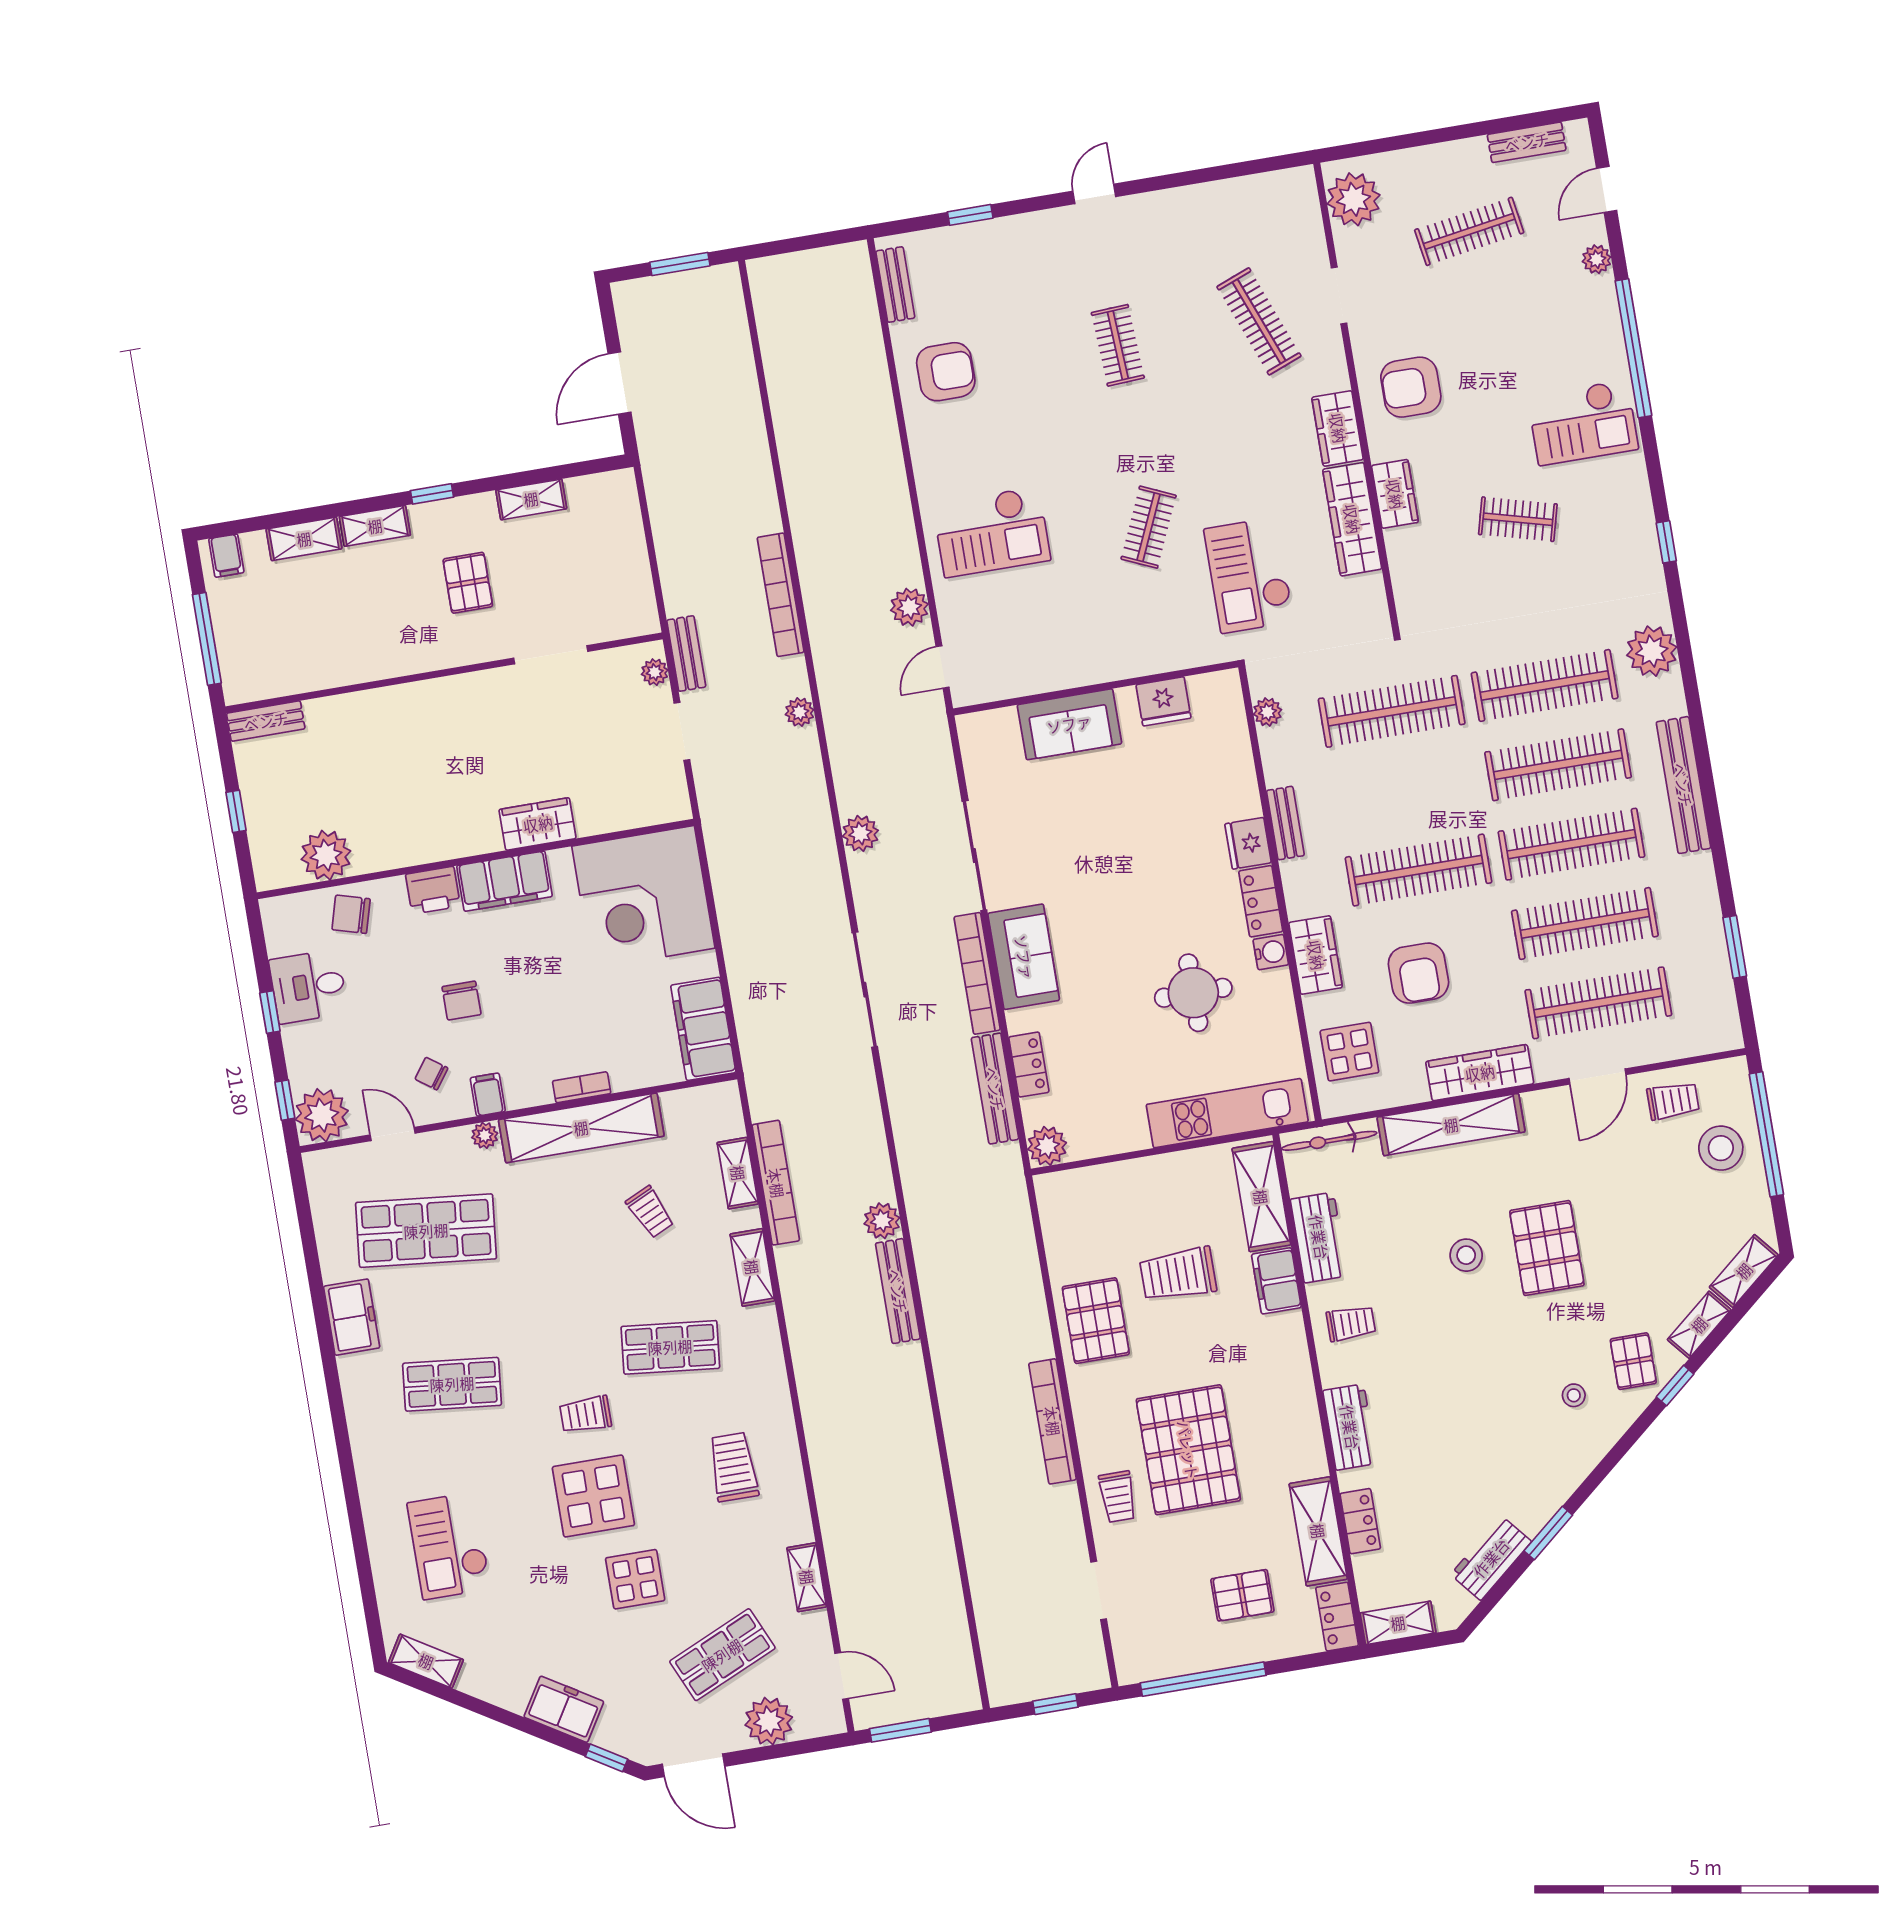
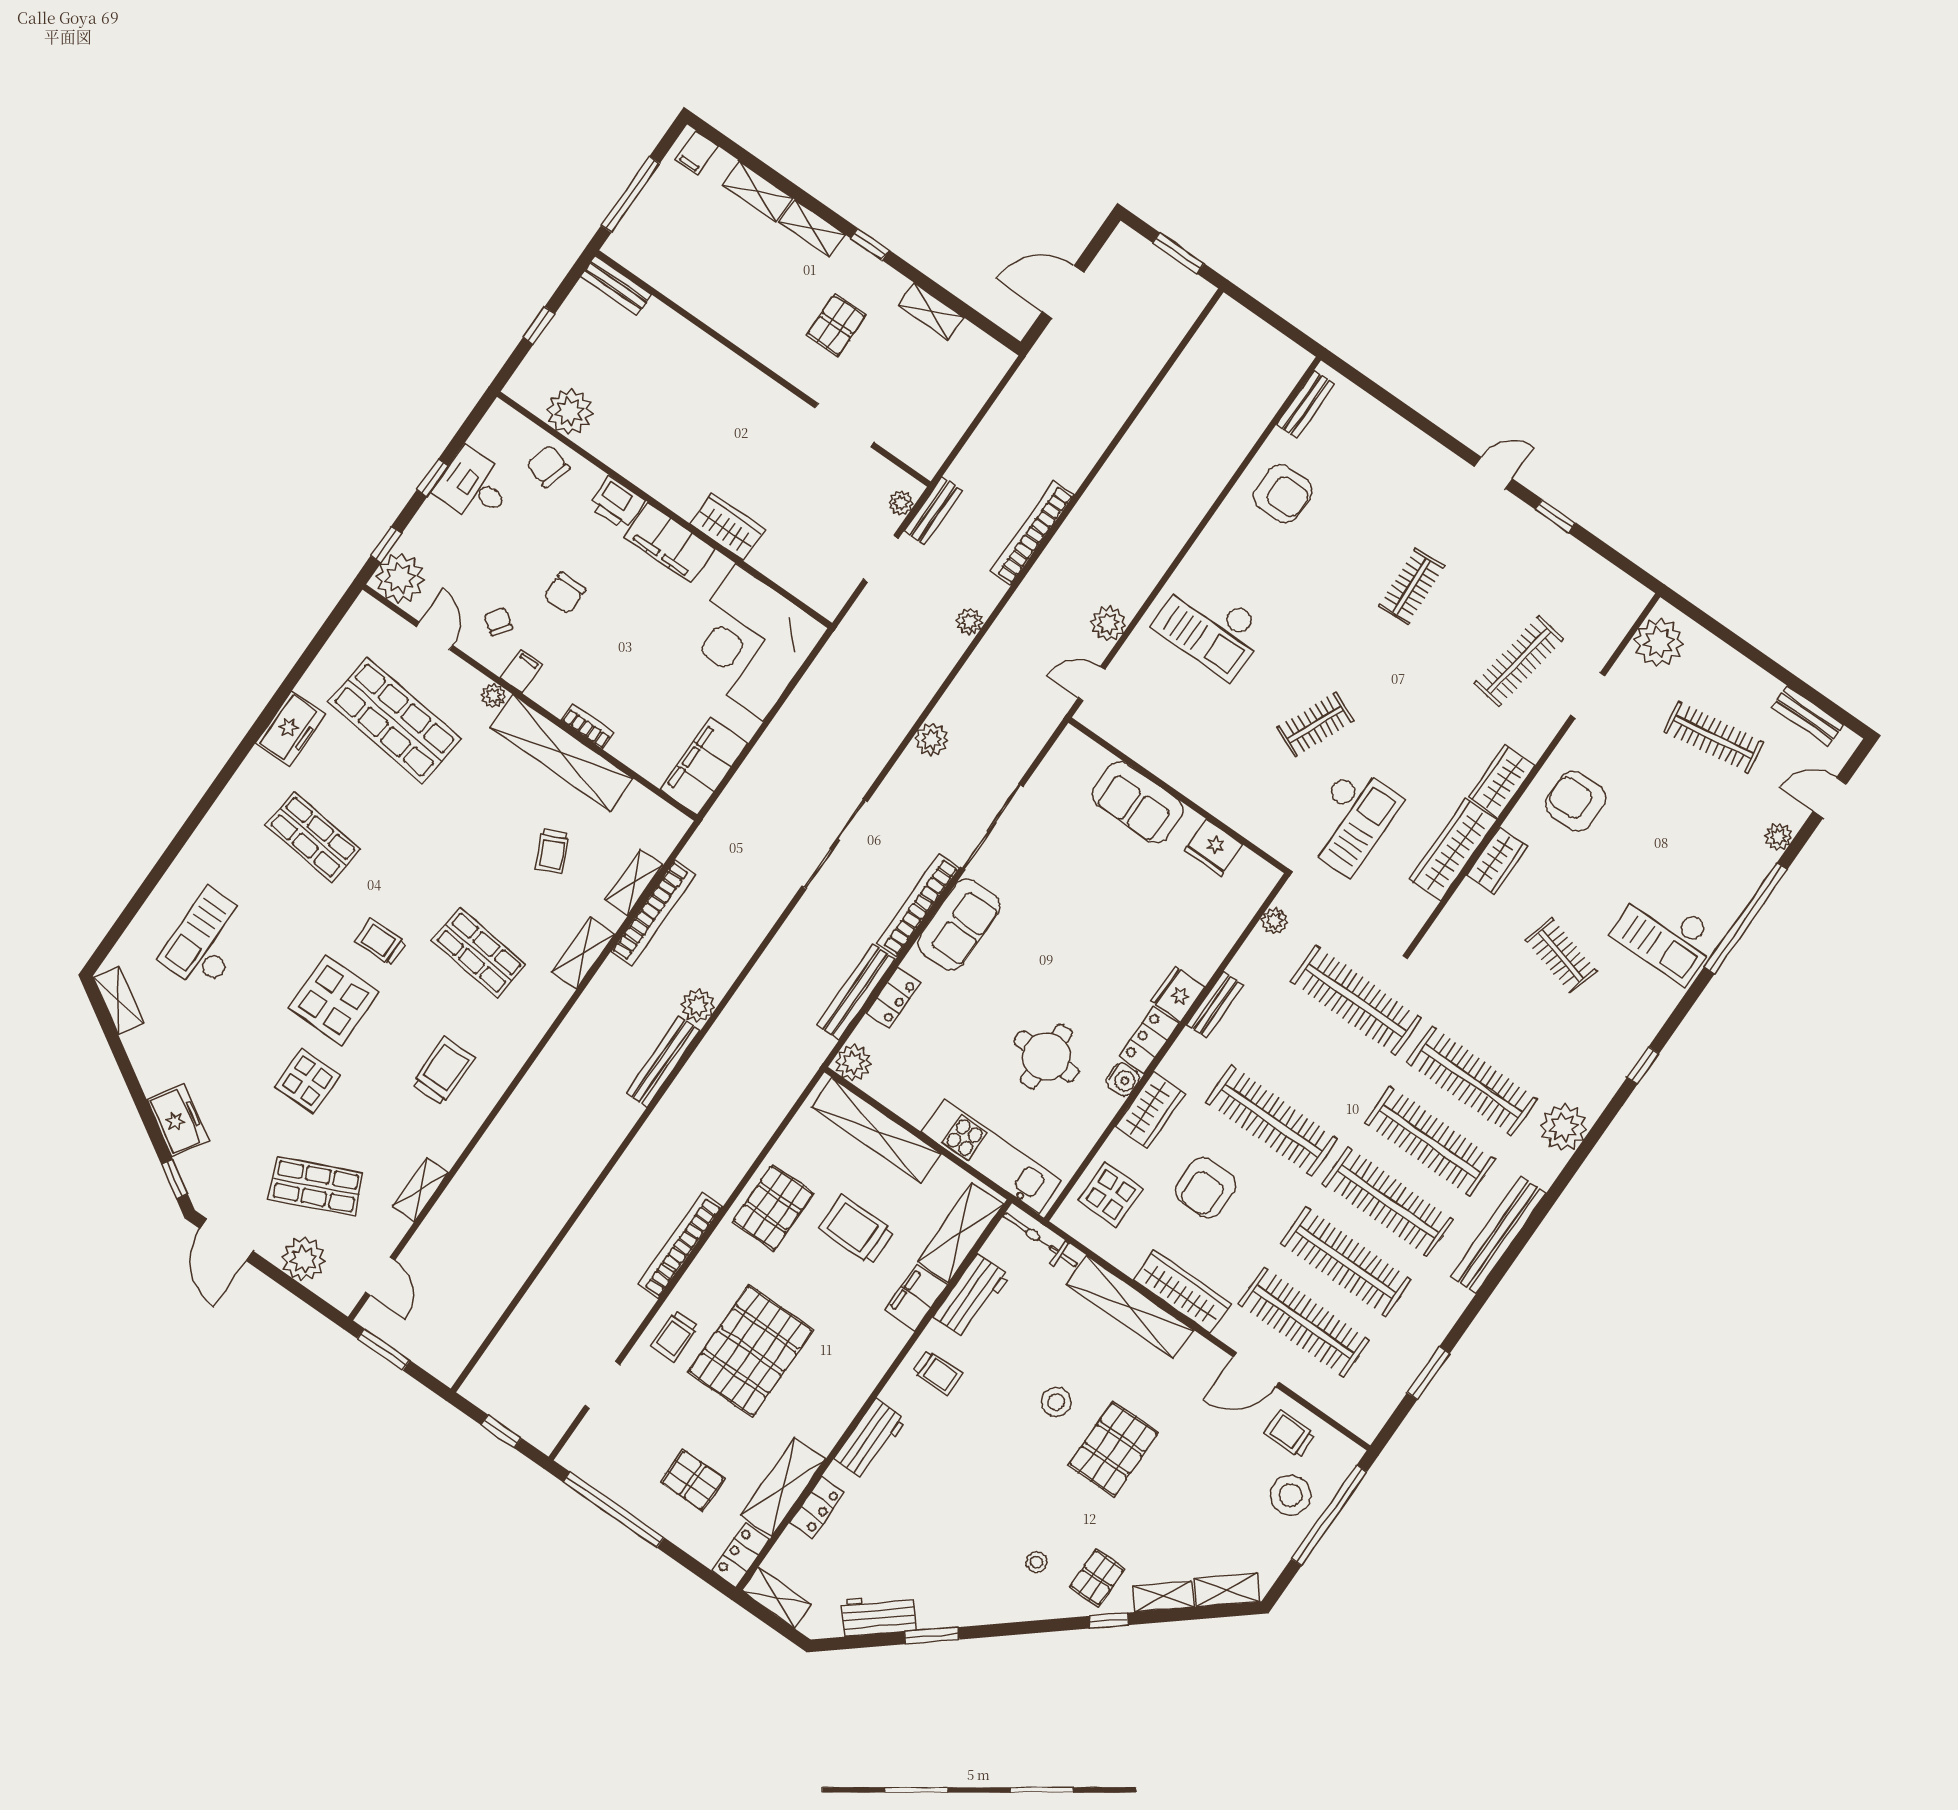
window: (970, 215) -> (1555, 516), moved
clothes rail: (1259, 321) -> (1519, 661), turned 30
checkout: (1249, 575) -> (1350, 820), turned 180
trolley: (1673, 1101) -> (1290, 1434), turned 180
shelving: (1118, 1181) -> (877, 1131), added

